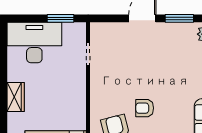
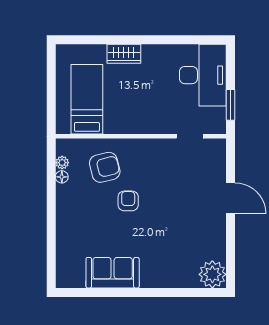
window: (179, 18) -> (230, 240), removed
wardrobe: (16, 97) -> (124, 54), moved

